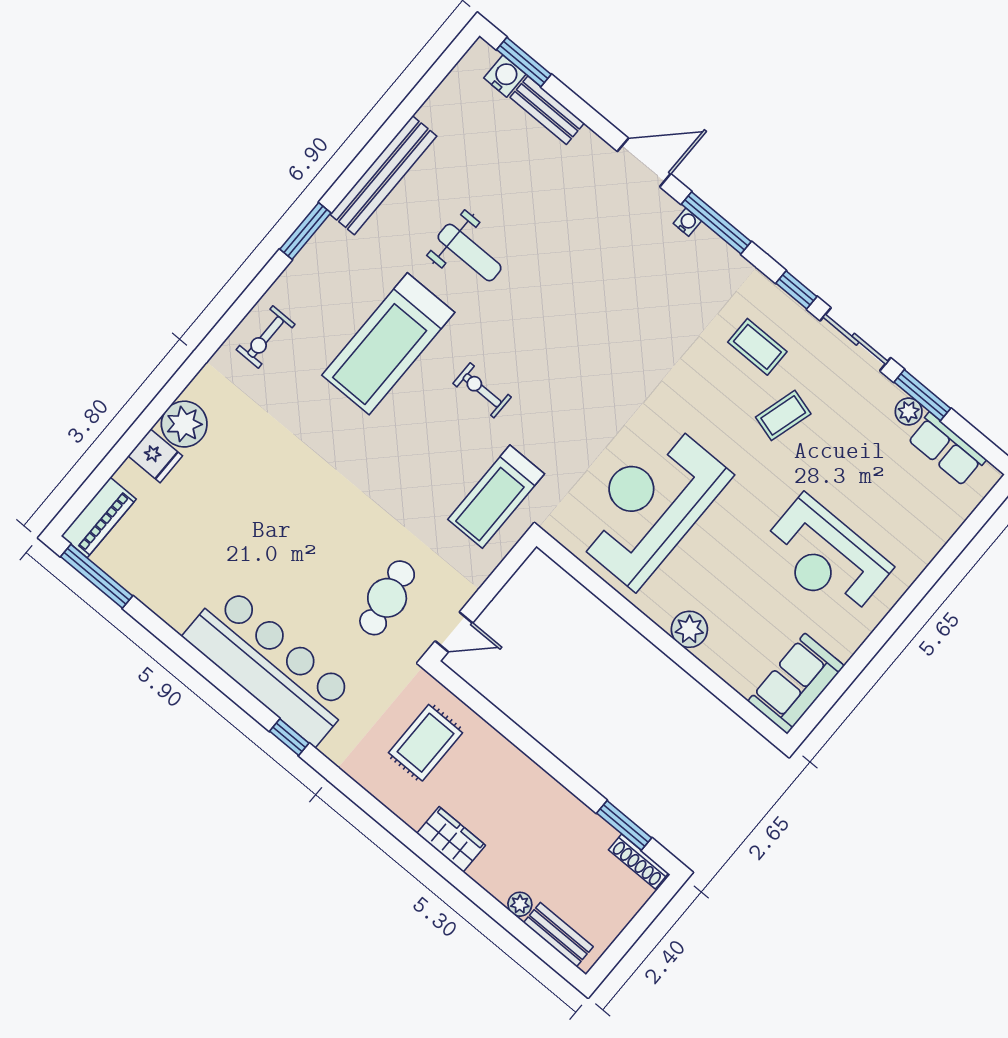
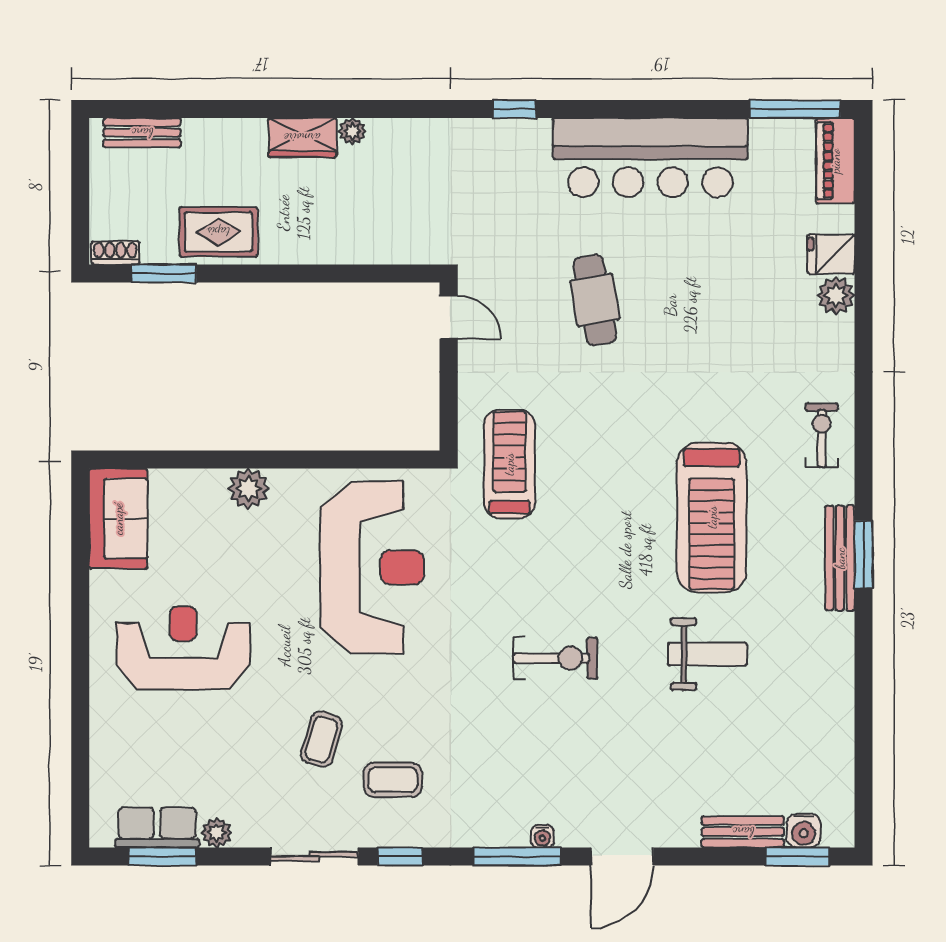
bench: (383, 175) -> (840, 558), moved, width x0.73, depth x0.82
weight bench: (470, 252) -> (707, 654), turned 180
treadmill: (388, 344) -> (712, 517), turned 180
exercise bike: (482, 390) -> (555, 658), moved, width x1.38, depth x1.39
window: (922, 395) -> (162, 857), moved
plant: (184, 424) -> (836, 296), width x0.73, depth x0.73
cafe table: (387, 598) -> (595, 300), moved
door: (454, 632) -> (449, 317), swing flipped
bar counter: (271, 665) -> (650, 158), moved
rug: (426, 743) -> (218, 232), moved, turned 90
shoe rack: (639, 861) -> (115, 253), width x0.70
plant: (520, 904) -> (352, 131), moved

